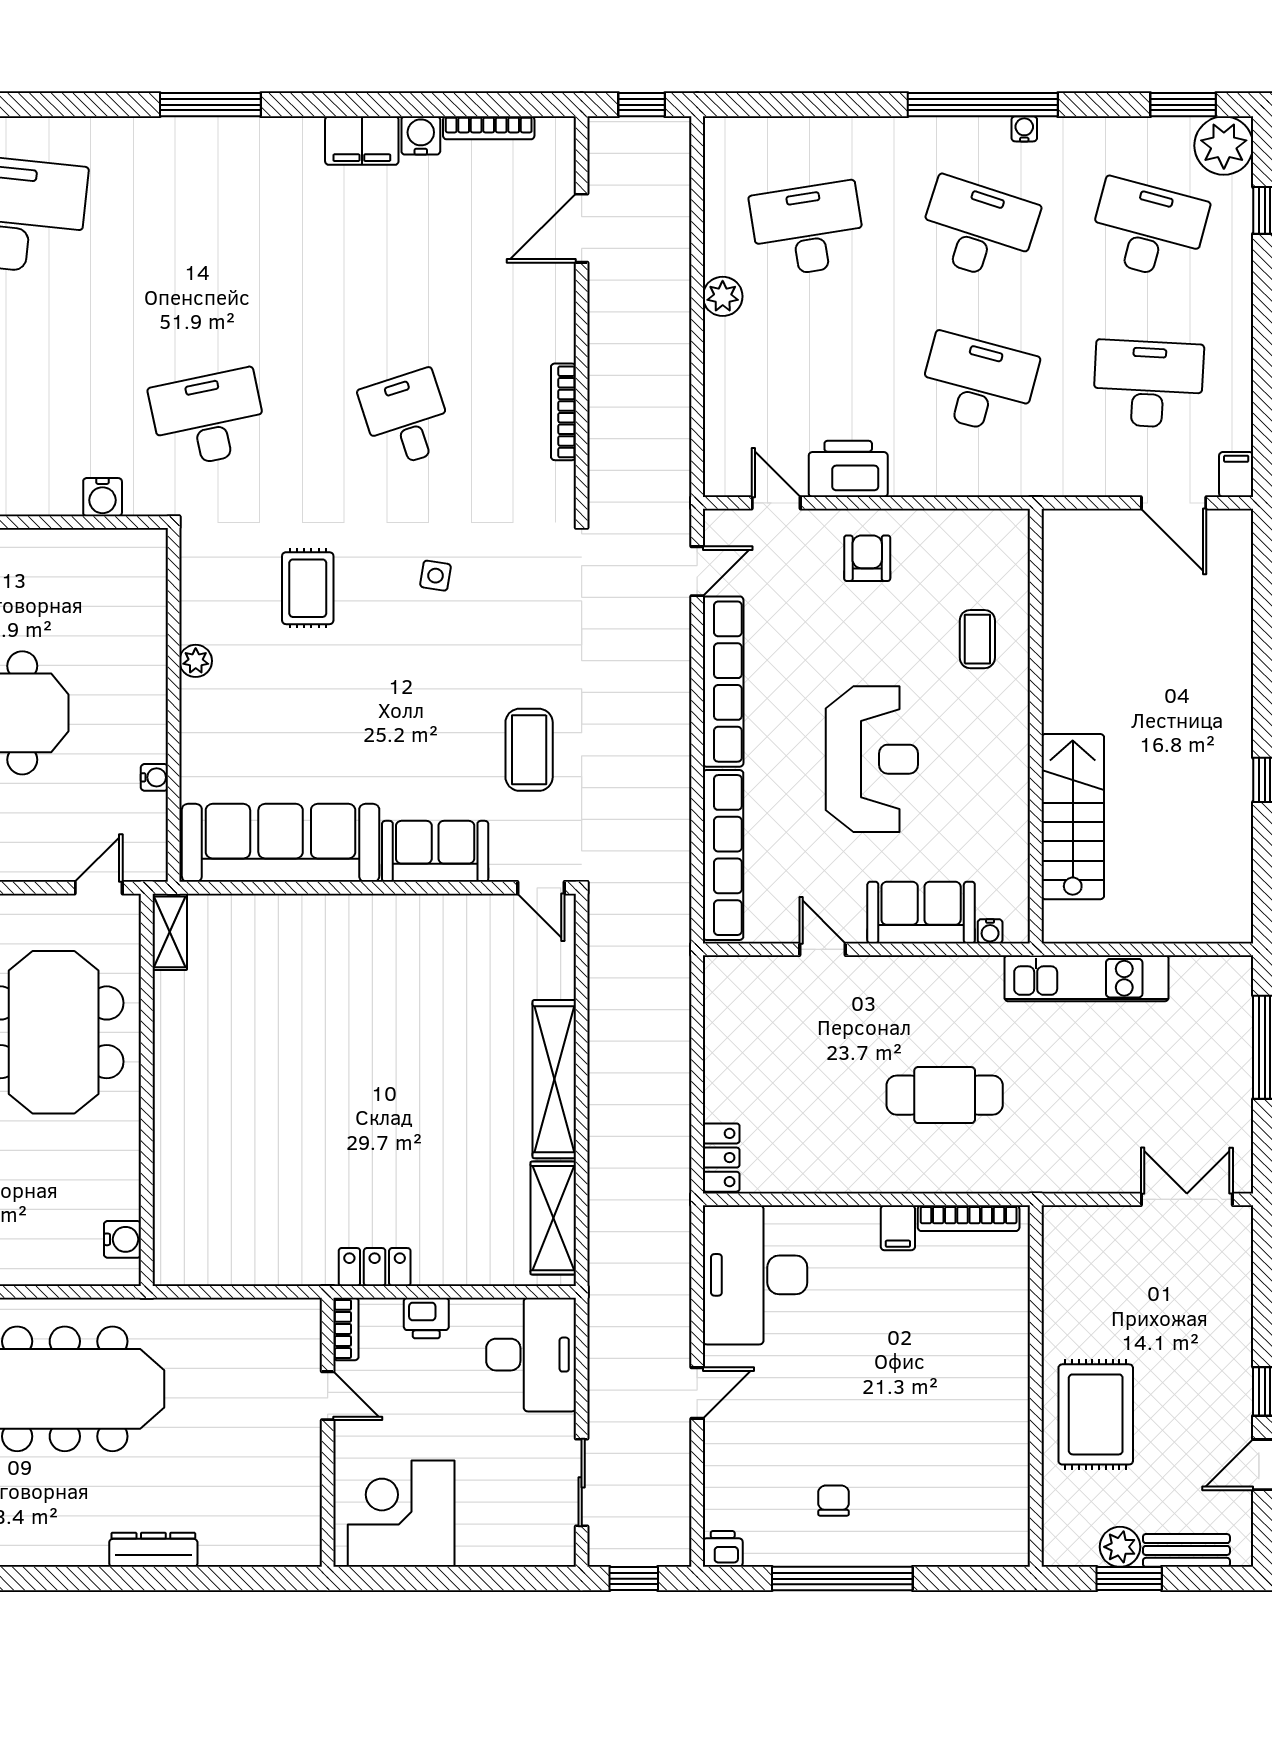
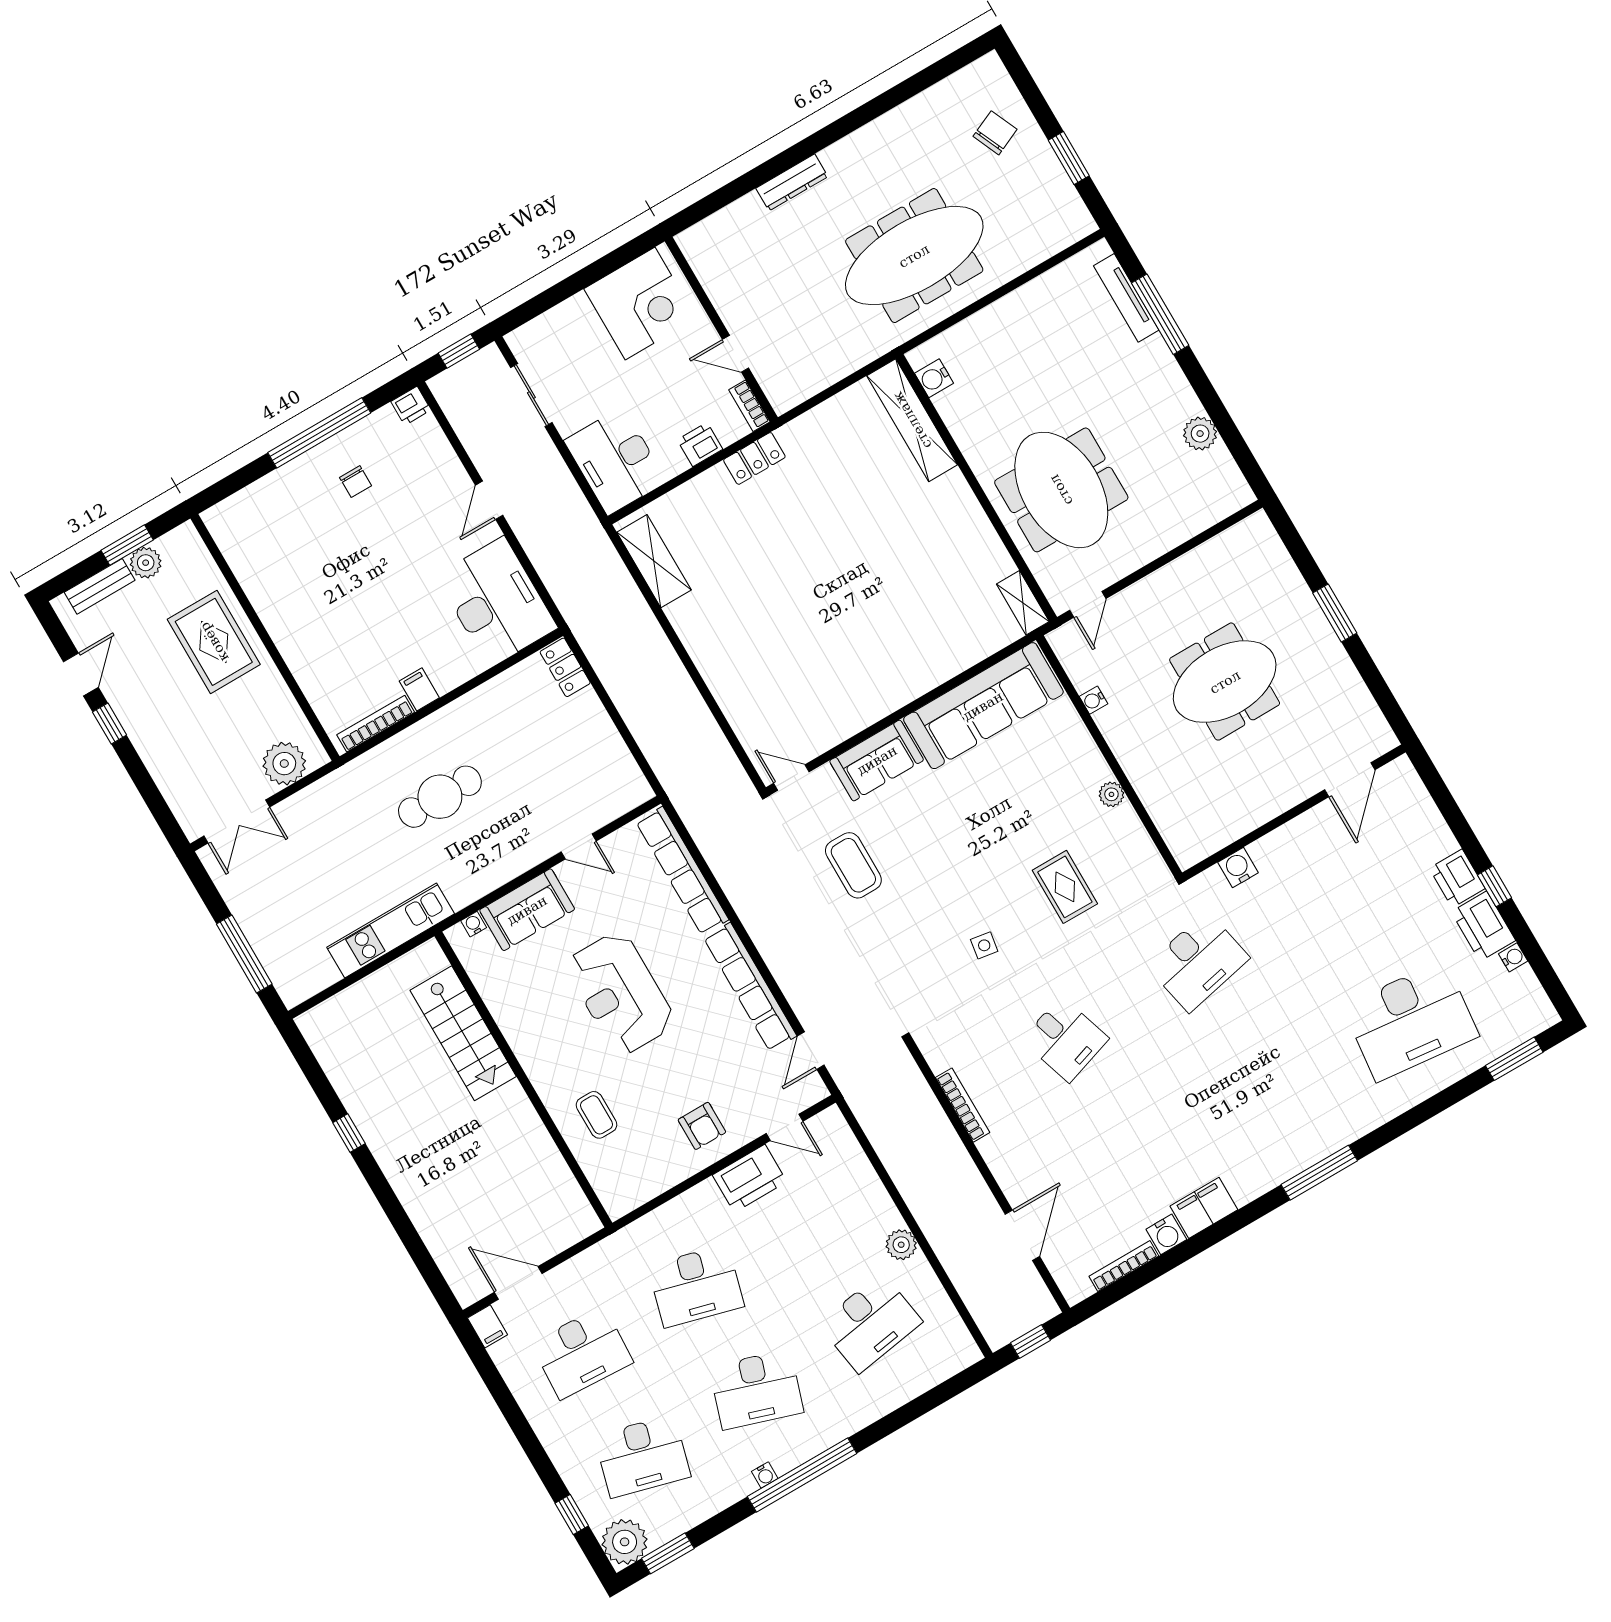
shelving: (554, 1079) -> (912, 420), moved
plant: (1096, 1233) -> (284, 764), added

